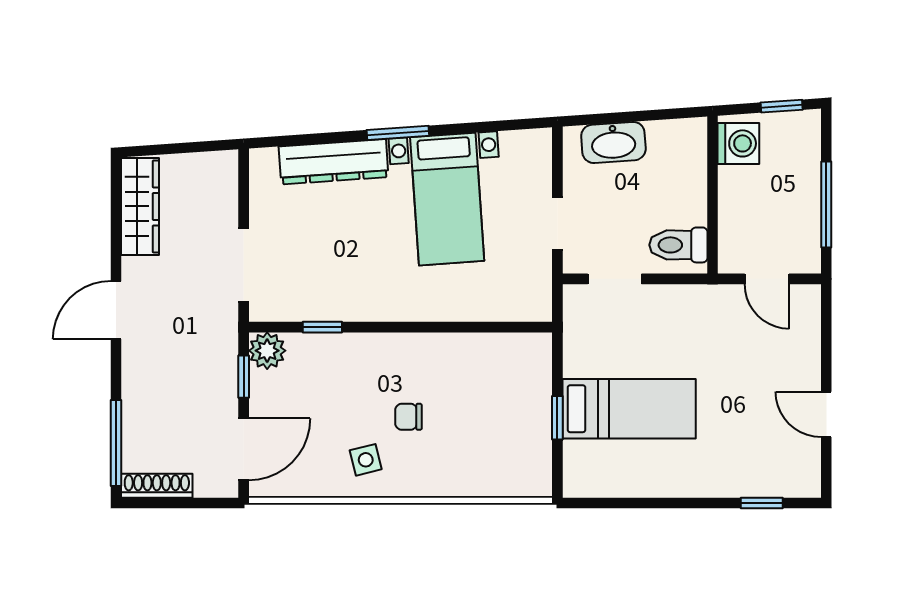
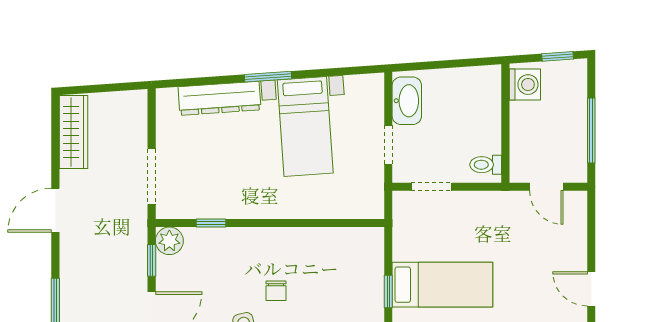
washbasin: (613, 142) -> (407, 101), moved, turned -86
toilet: (678, 245) -> (486, 165), width x0.73, depth x0.72
chair: (408, 417) -> (276, 291), turned -90

